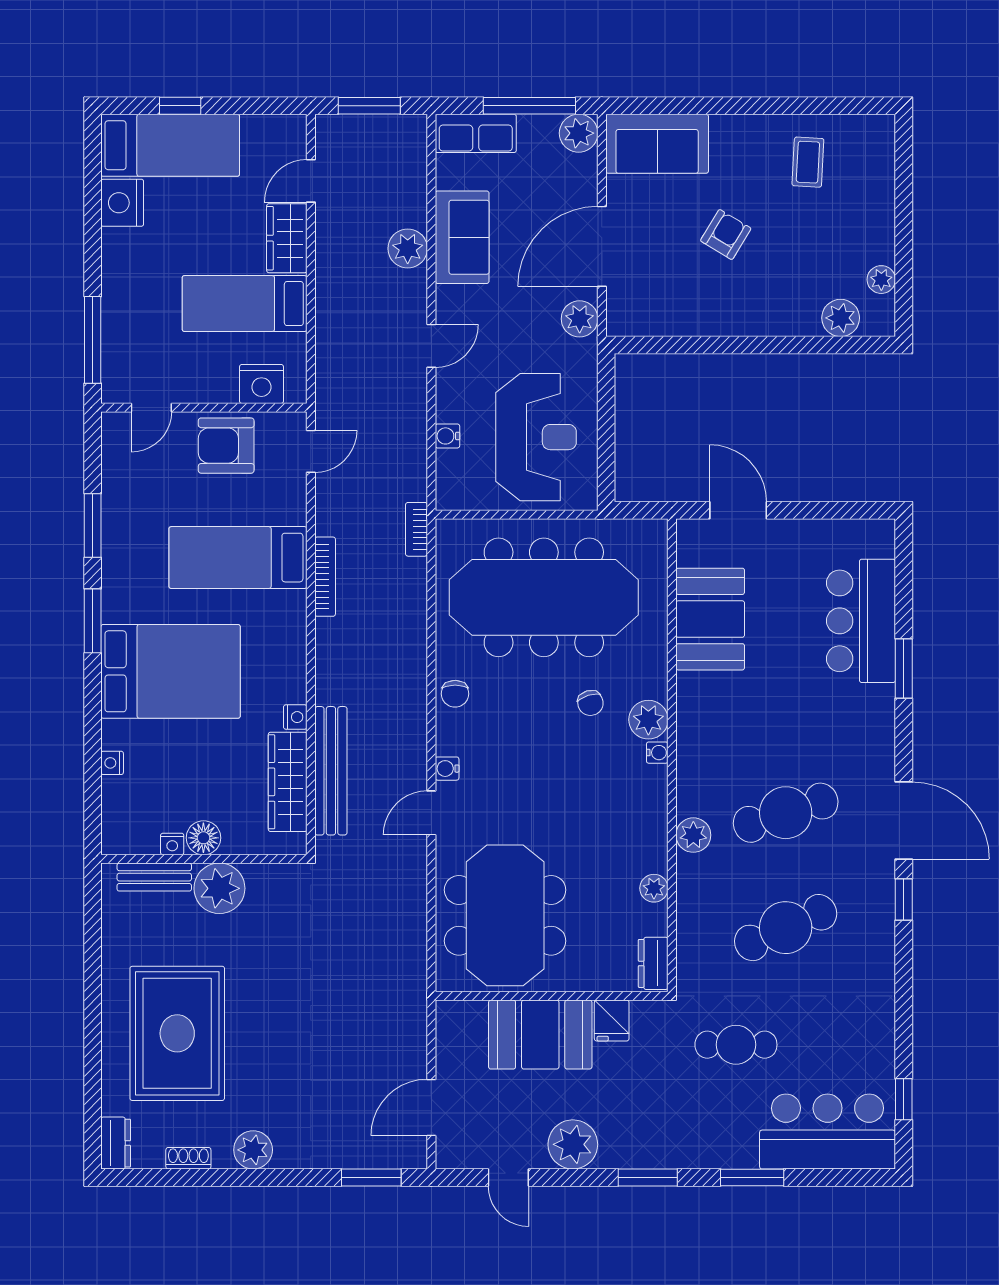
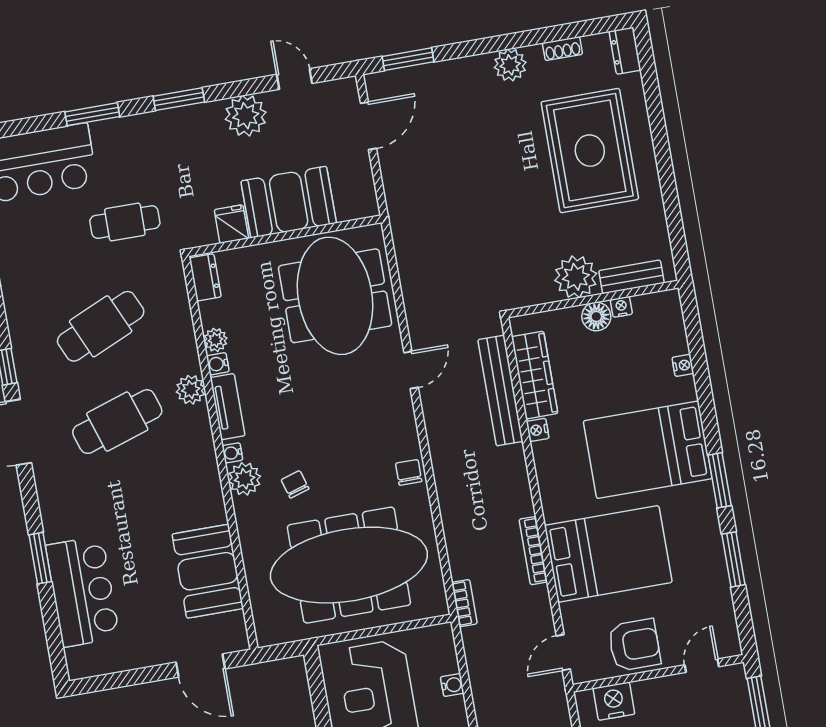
bed: (238, 558) -> (608, 554), width x1.50
water cooler: (447, 769) -> (218, 364), moved, turned 180
tv unit: (654, 808) -> (227, 407), added

